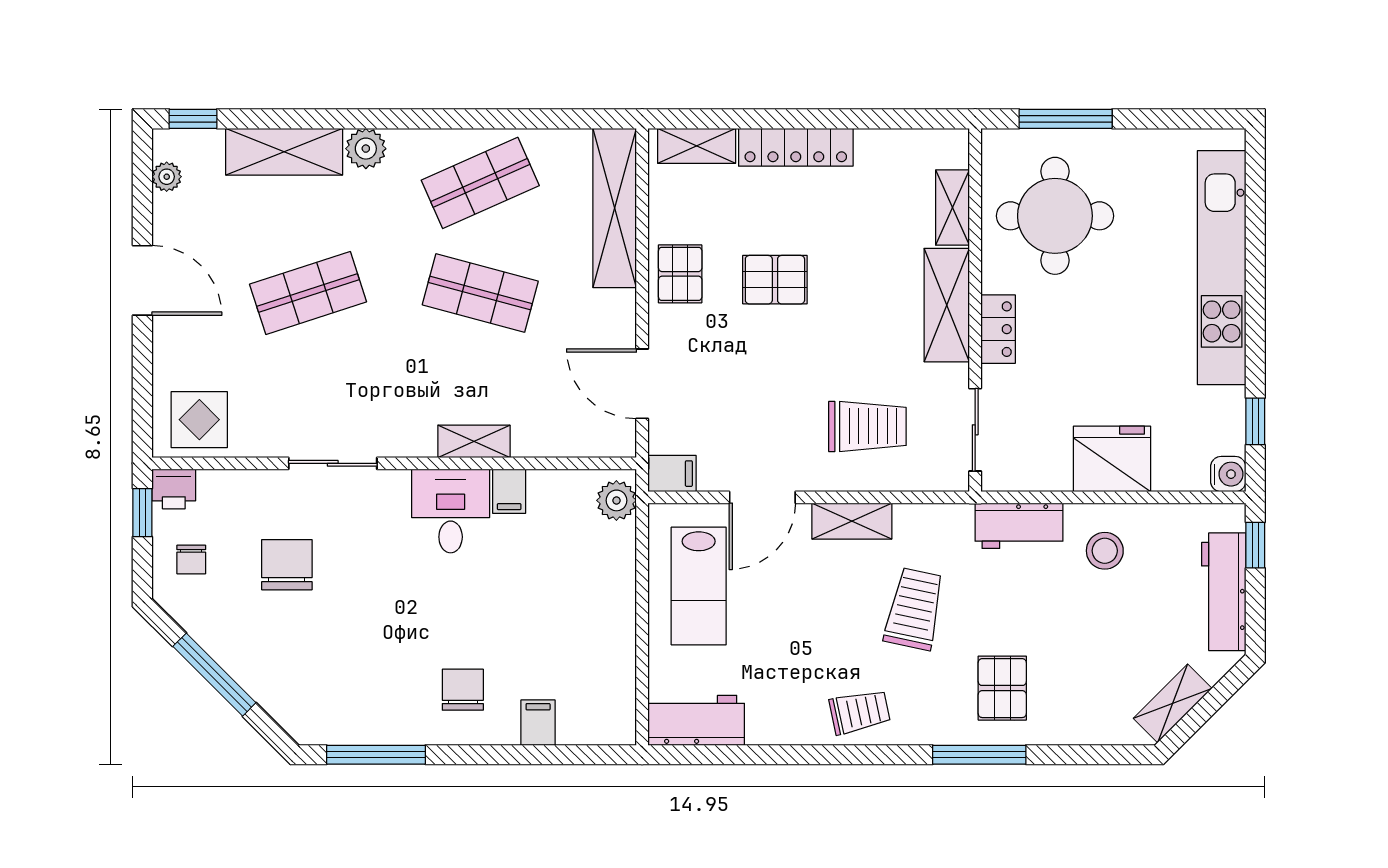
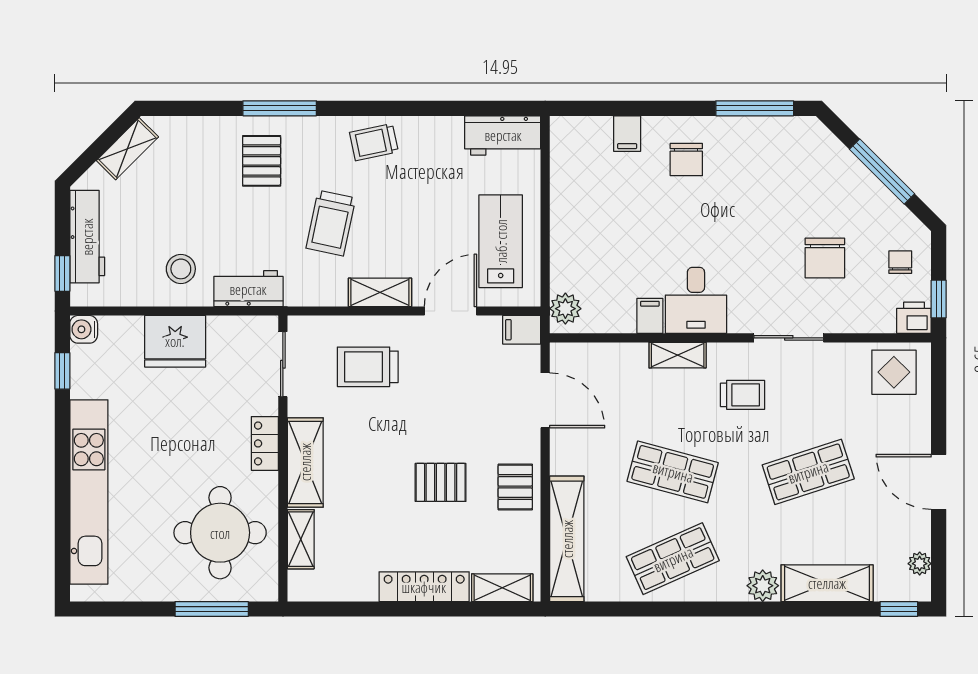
trolley: (391, 391) -> (743, 395), added

